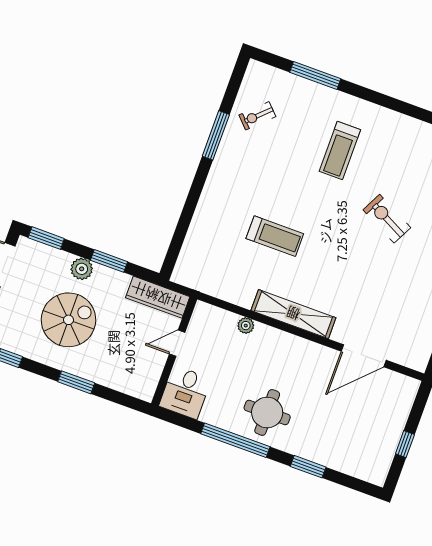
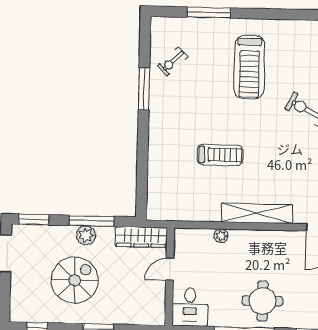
treadmill: (340, 151) -> (249, 67), width x1.37, depth x1.38
window: (109, 261) -> (92, 221), width x1.44
plant: (82, 269) -> (86, 235), moved

